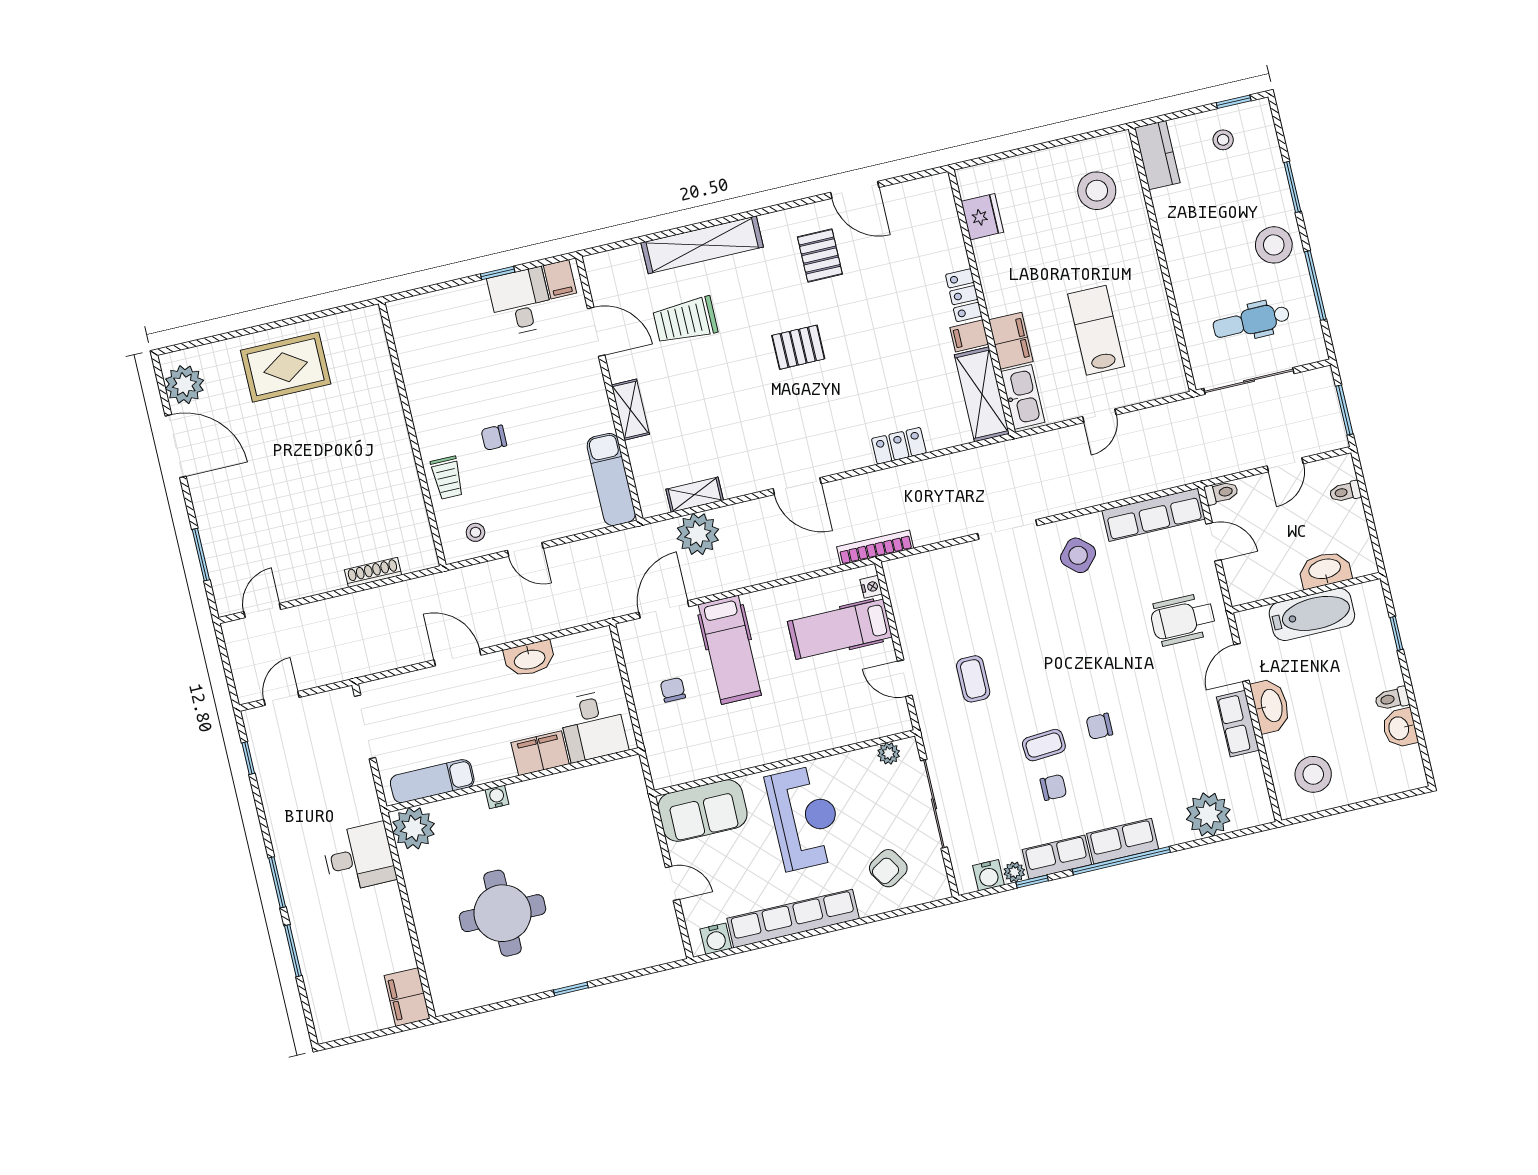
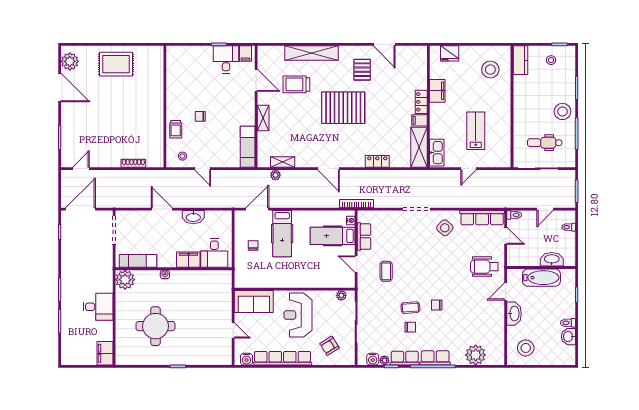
fridge: (982, 217) -> (450, 53), moved, turned 90
filing cabinet: (1011, 341) -> (437, 91), moved
pallet: (798, 347) -> (343, 108), width x2.05, depth x2.00
plant: (698, 534) -> (275, 175), width x0.53, depth x0.53
door: (281, 698) -> (80, 209), width x1.87
row of seats: (1238, 724) -> (364, 237), moved, turned 180
reception desk: (805, 818) -> (298, 315), turned 180
desk: (359, 857) -> (98, 307), moved

